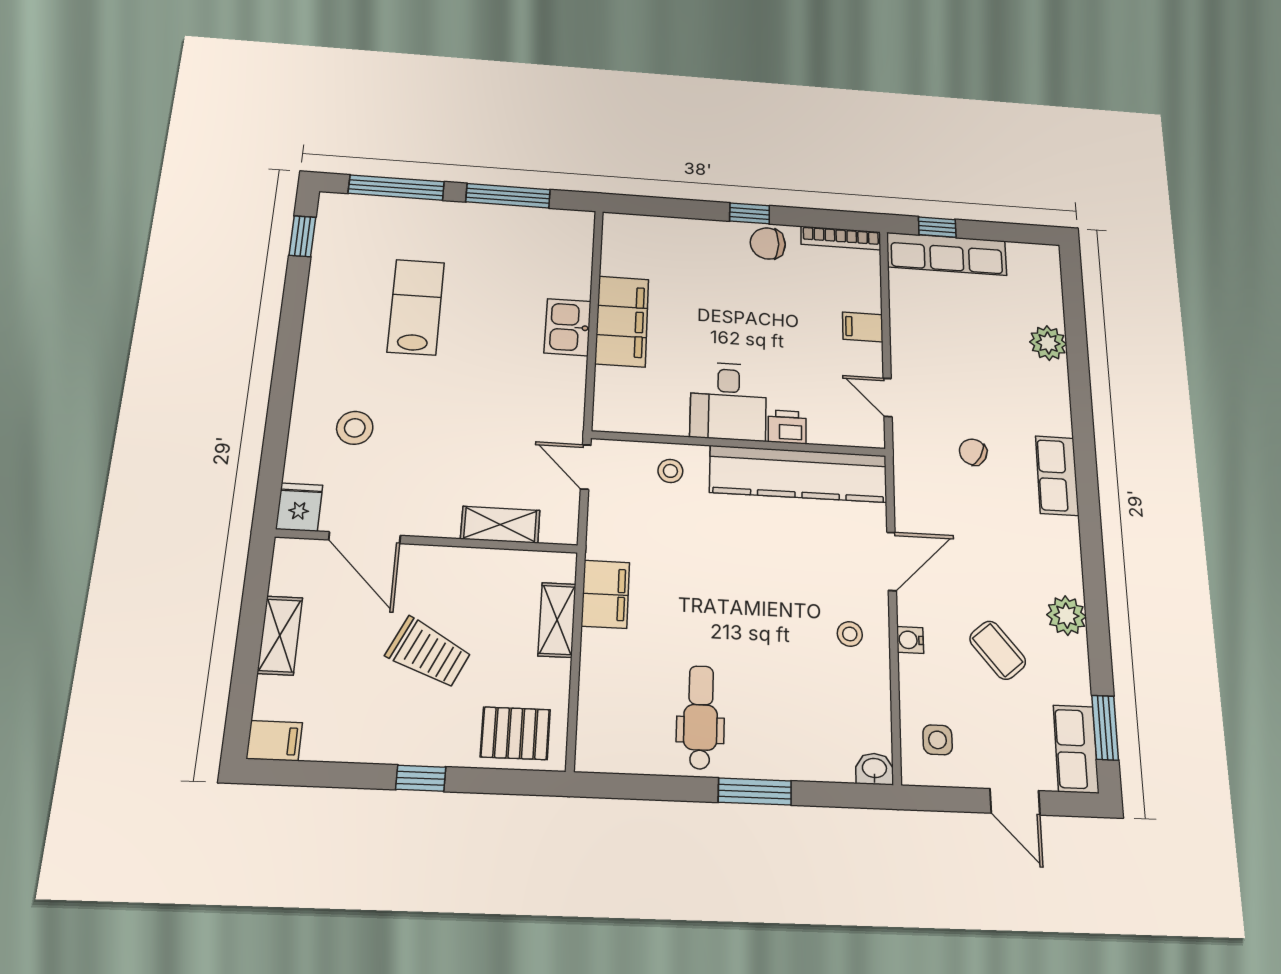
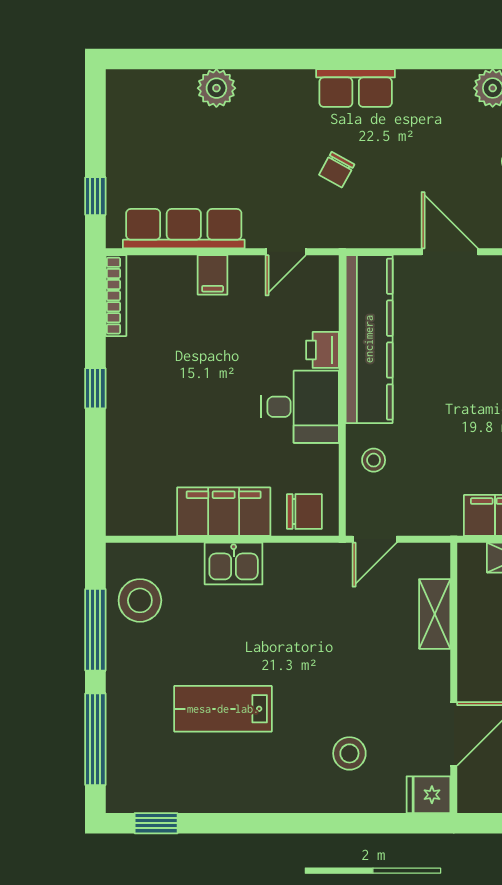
stool: (535, 238) -> (140, 600), added
chair: (768, 244) -> (304, 512), moved, turned -90
row of seats: (947, 254) -> (184, 229), moved, turned -90

